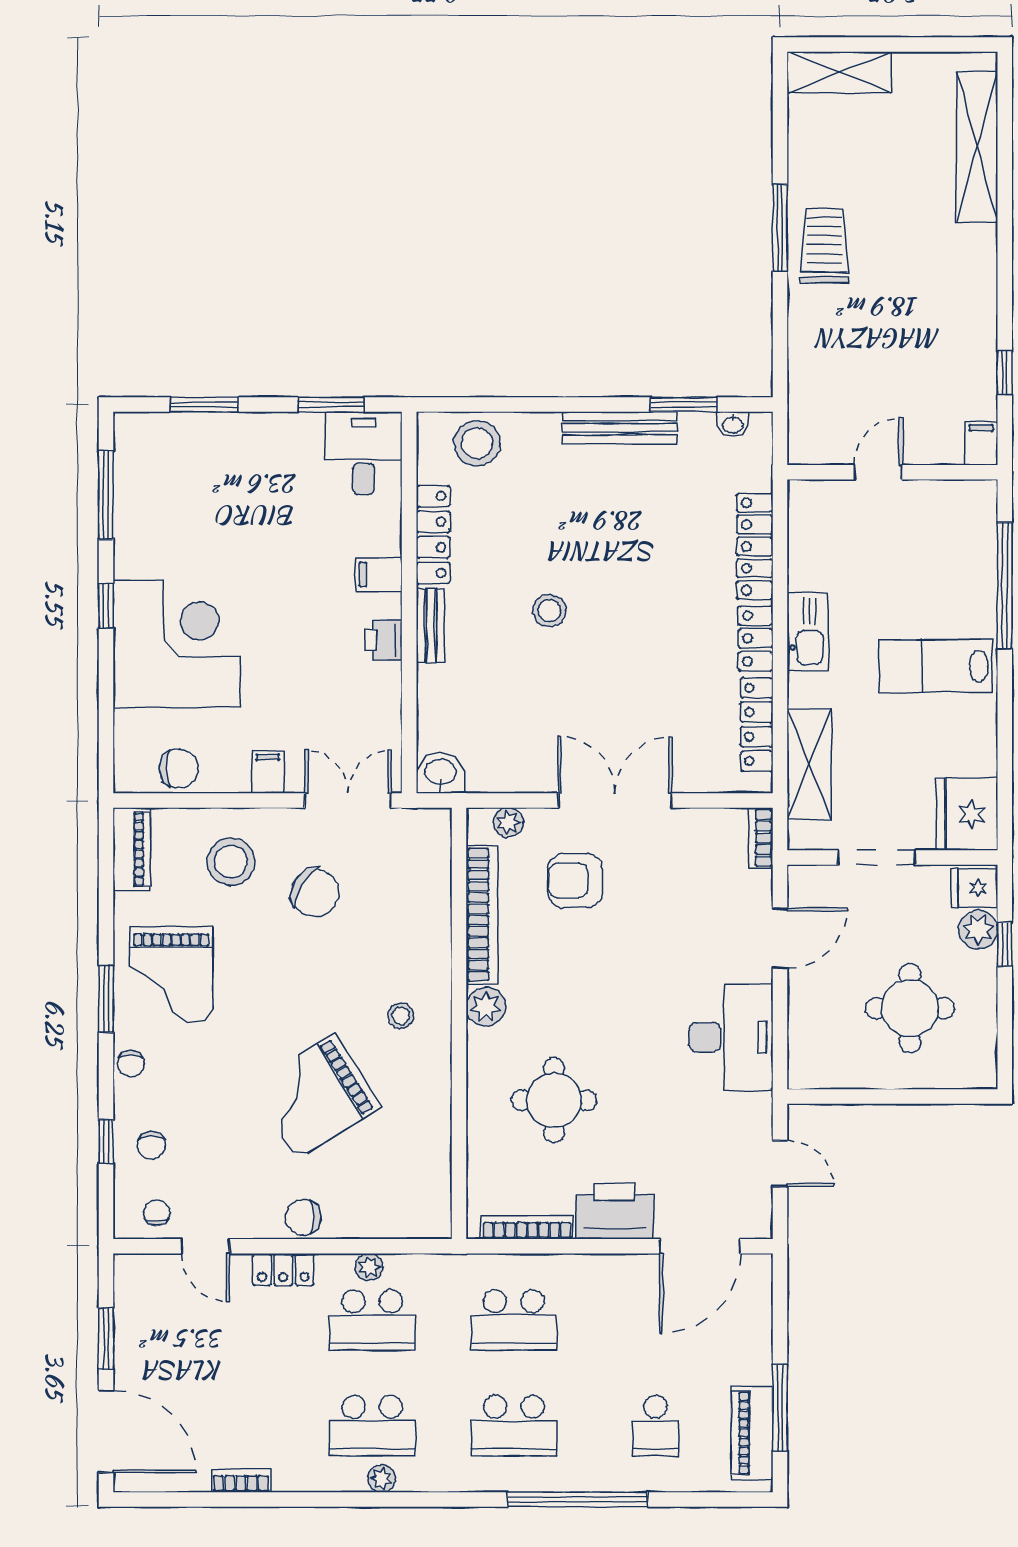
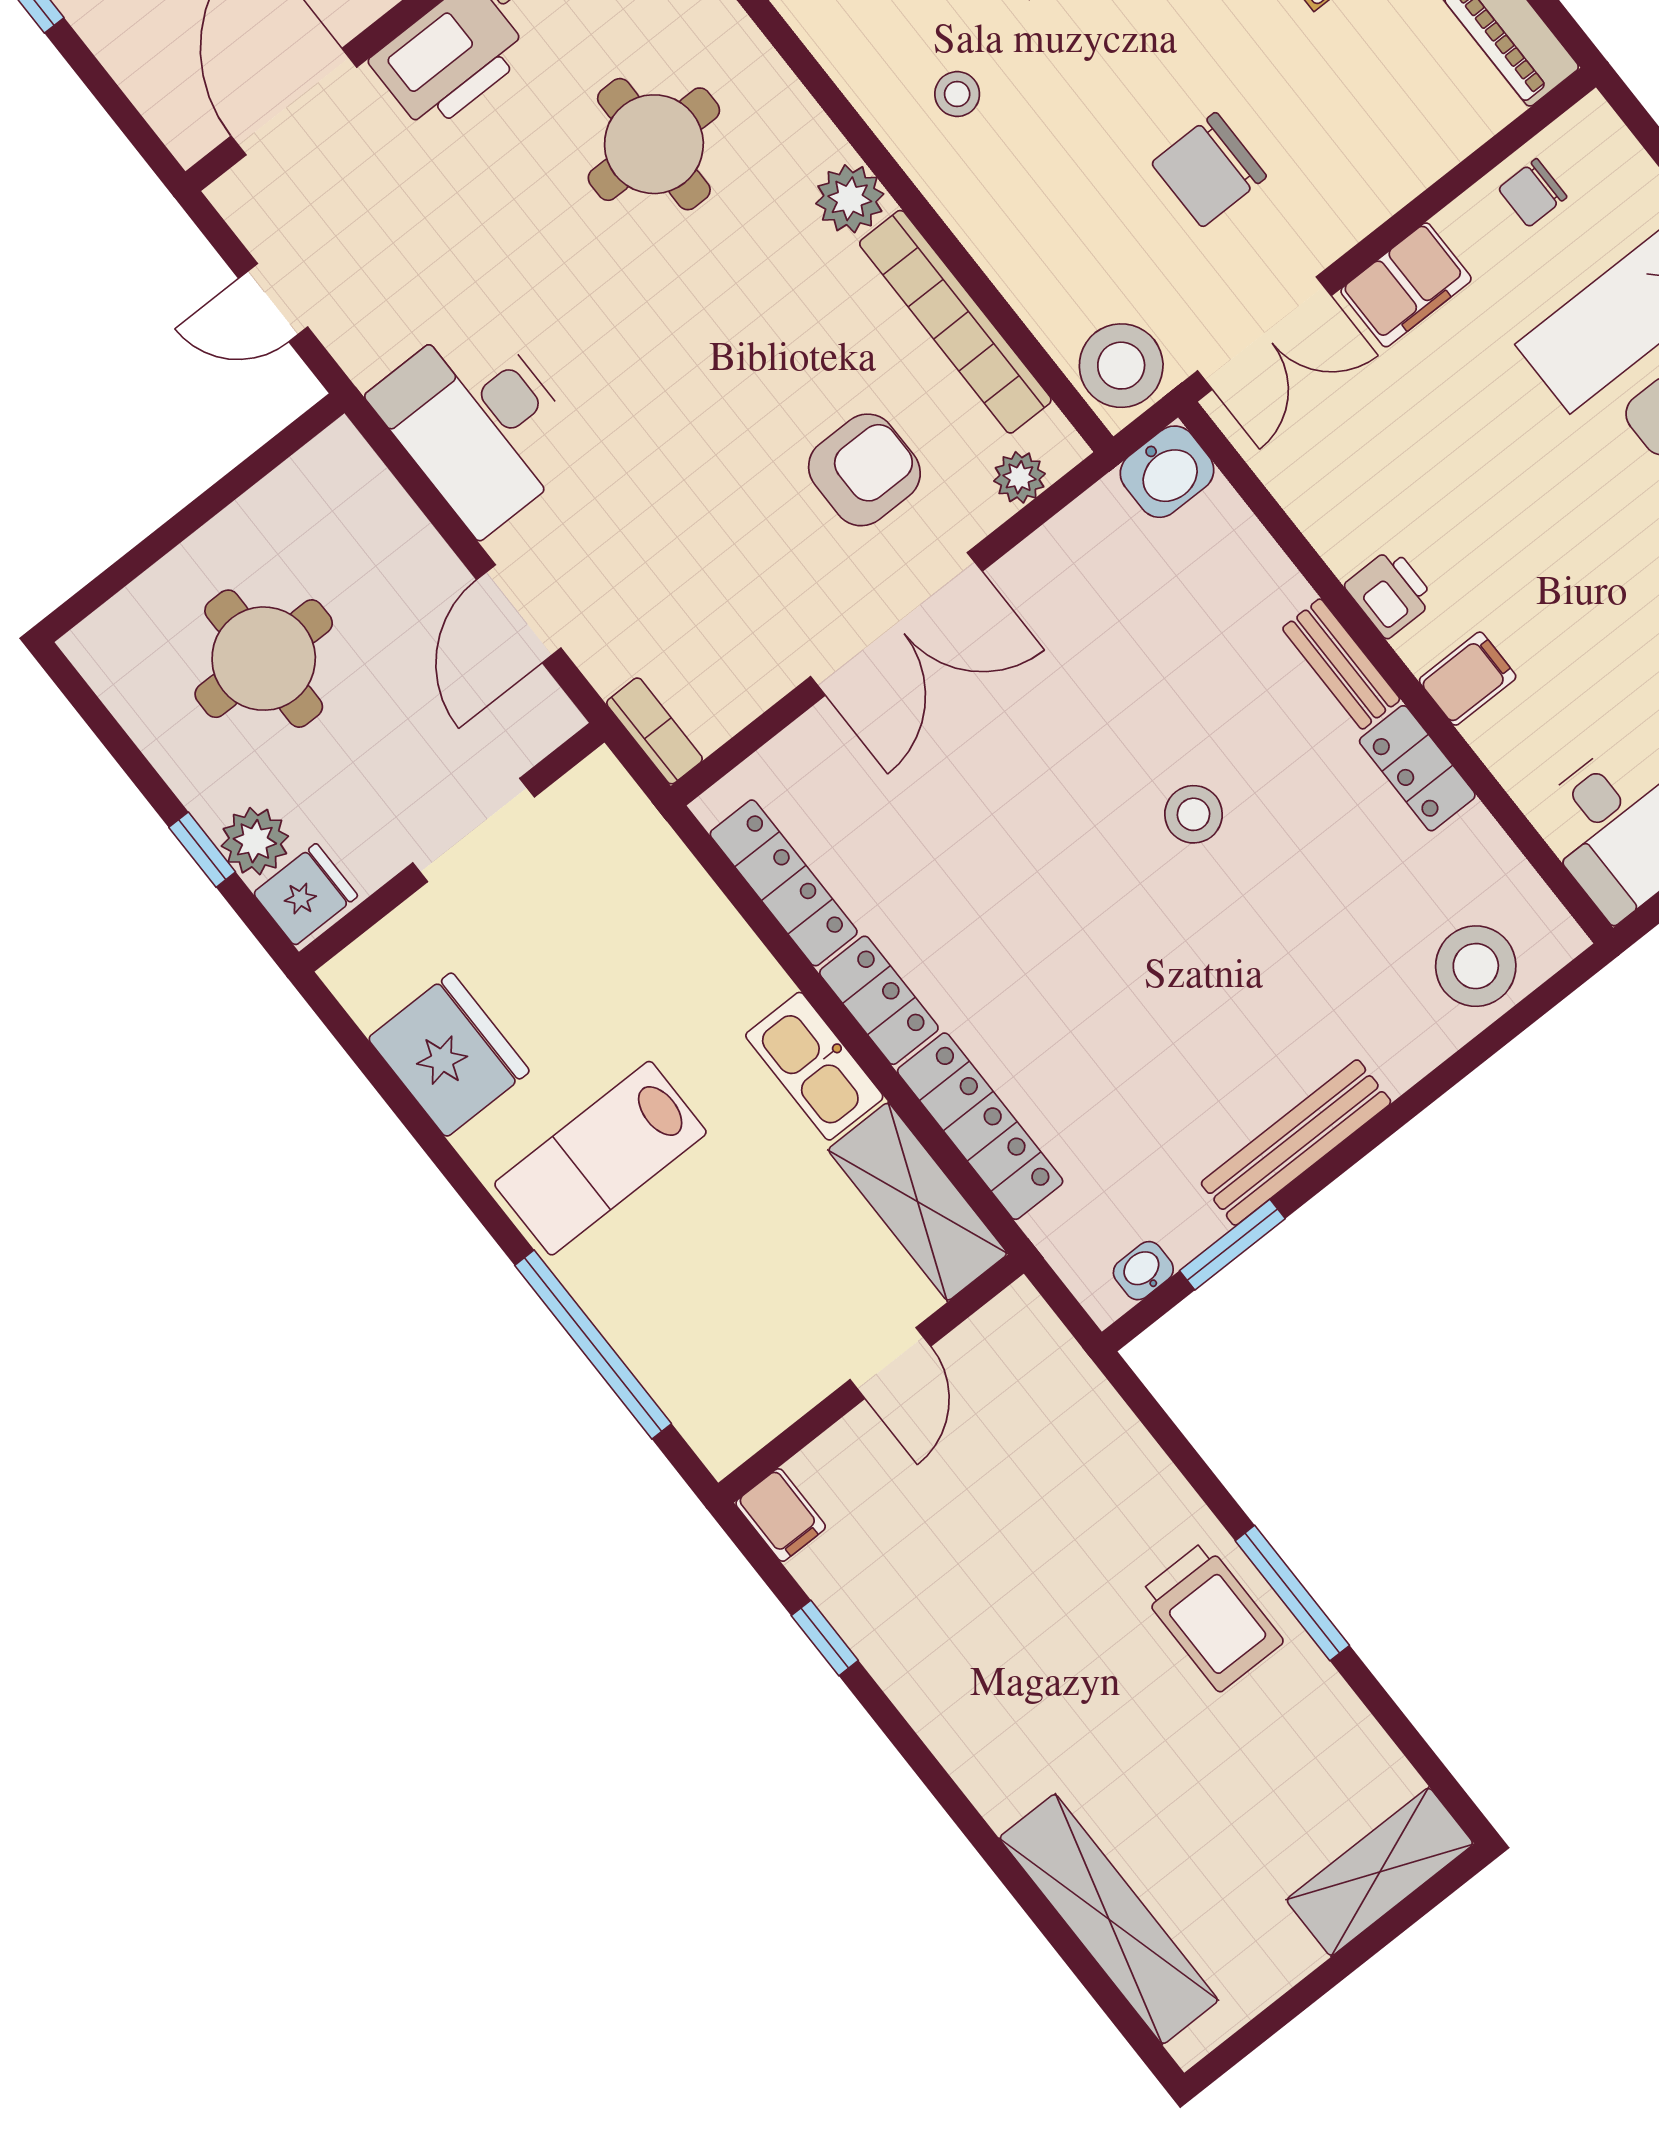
locker: (433, 535) -> (1417, 768), width x0.66
lab bench: (936, 666) -> (600, 1158), turned 180
shelving: (809, 764) -> (918, 1202), moved
chair: (179, 769) -> (1533, 193), width x0.73, depth x0.73
filing cabinet: (268, 772) -> (1406, 285), width x2.00
fridge: (967, 814) -> (449, 1055), moved
stool: (231, 862) -> (1121, 366), moved
chair: (315, 893) -> (1209, 170), turned -32

